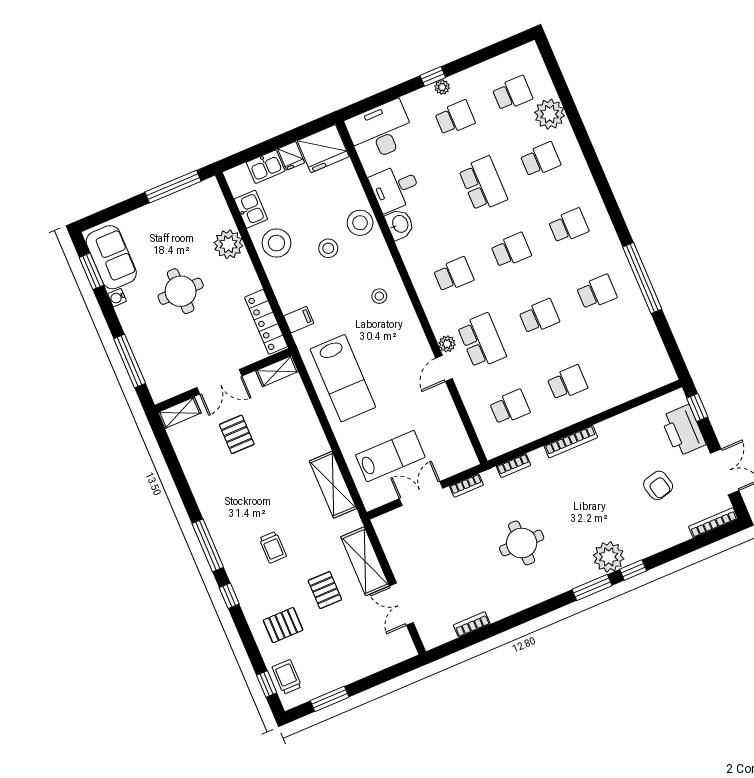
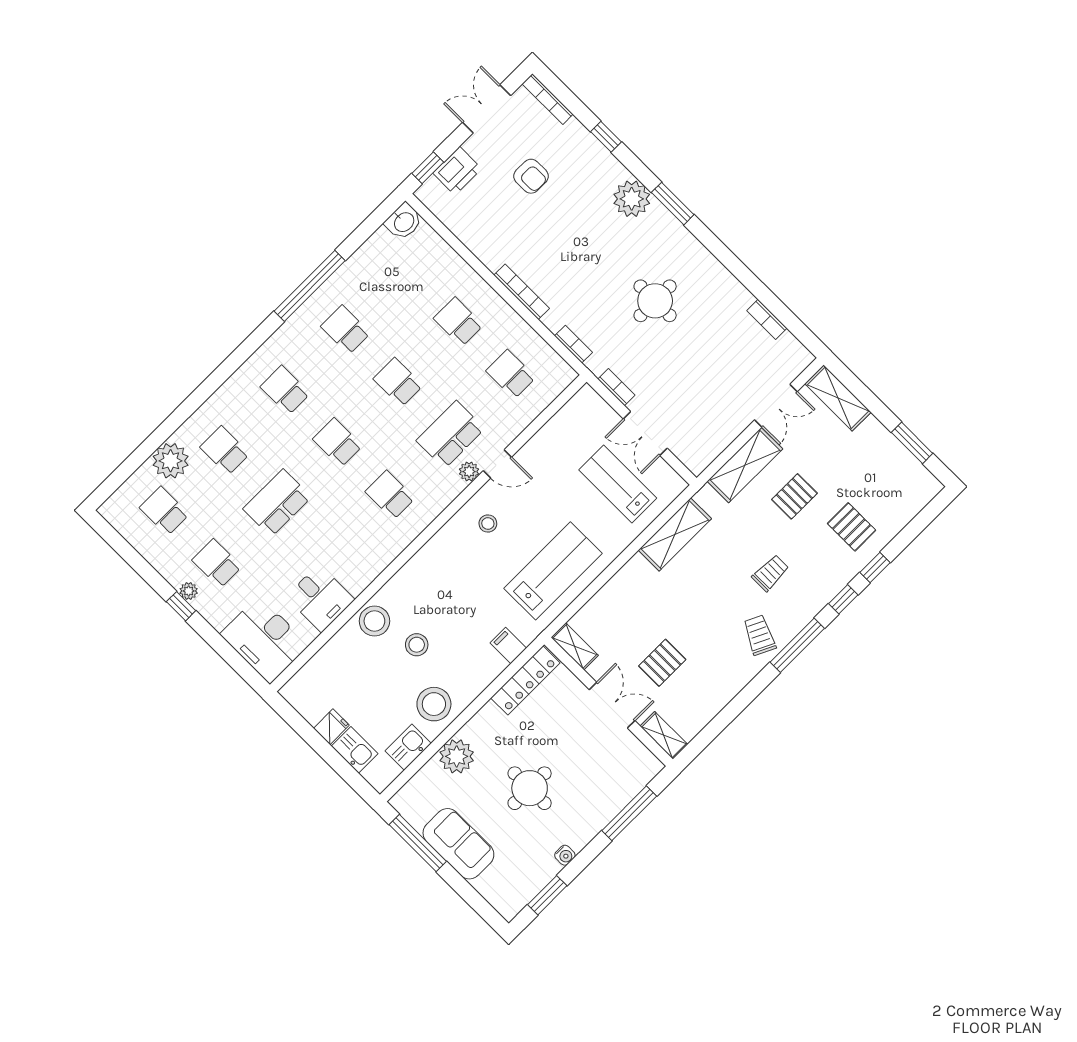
fridge: (323, 149) -> (309, 695), removed
washbasin: (400, 224) -> (404, 222), moved, turned 180
sofa: (111, 257) -> (458, 844), moved, turned 90
stool: (379, 296) -> (488, 523), moved
printer: (683, 430) -> (457, 171), width x0.73, depth x0.84
armchair: (658, 485) -> (531, 176), turned 104
window: (633, 570) -> (606, 137), moved
shelving: (388, 655) -> (838, 398), added
trolley: (287, 677) -> (759, 635), moved, turned 116
window: (267, 684) -> (875, 567), moved

